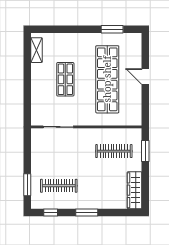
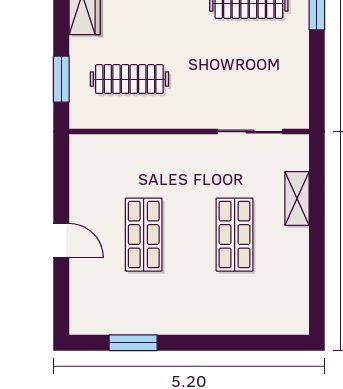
shelving: (36, 50) -> (297, 198), moved
shop shelf: (107, 79) -> (144, 235), width x0.50, depth x0.74

